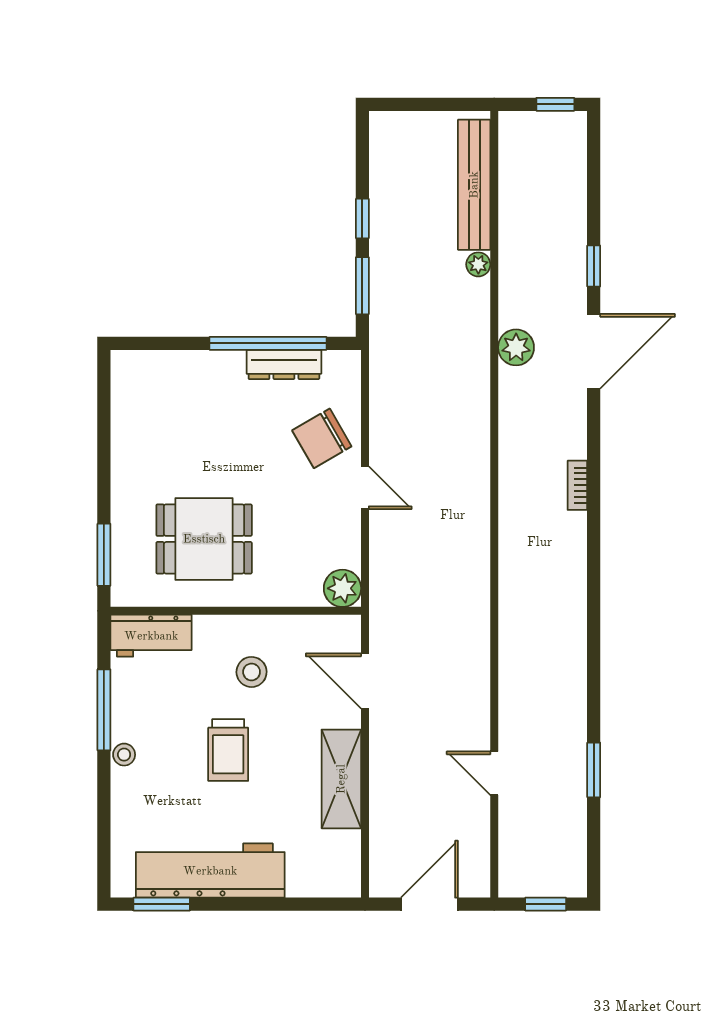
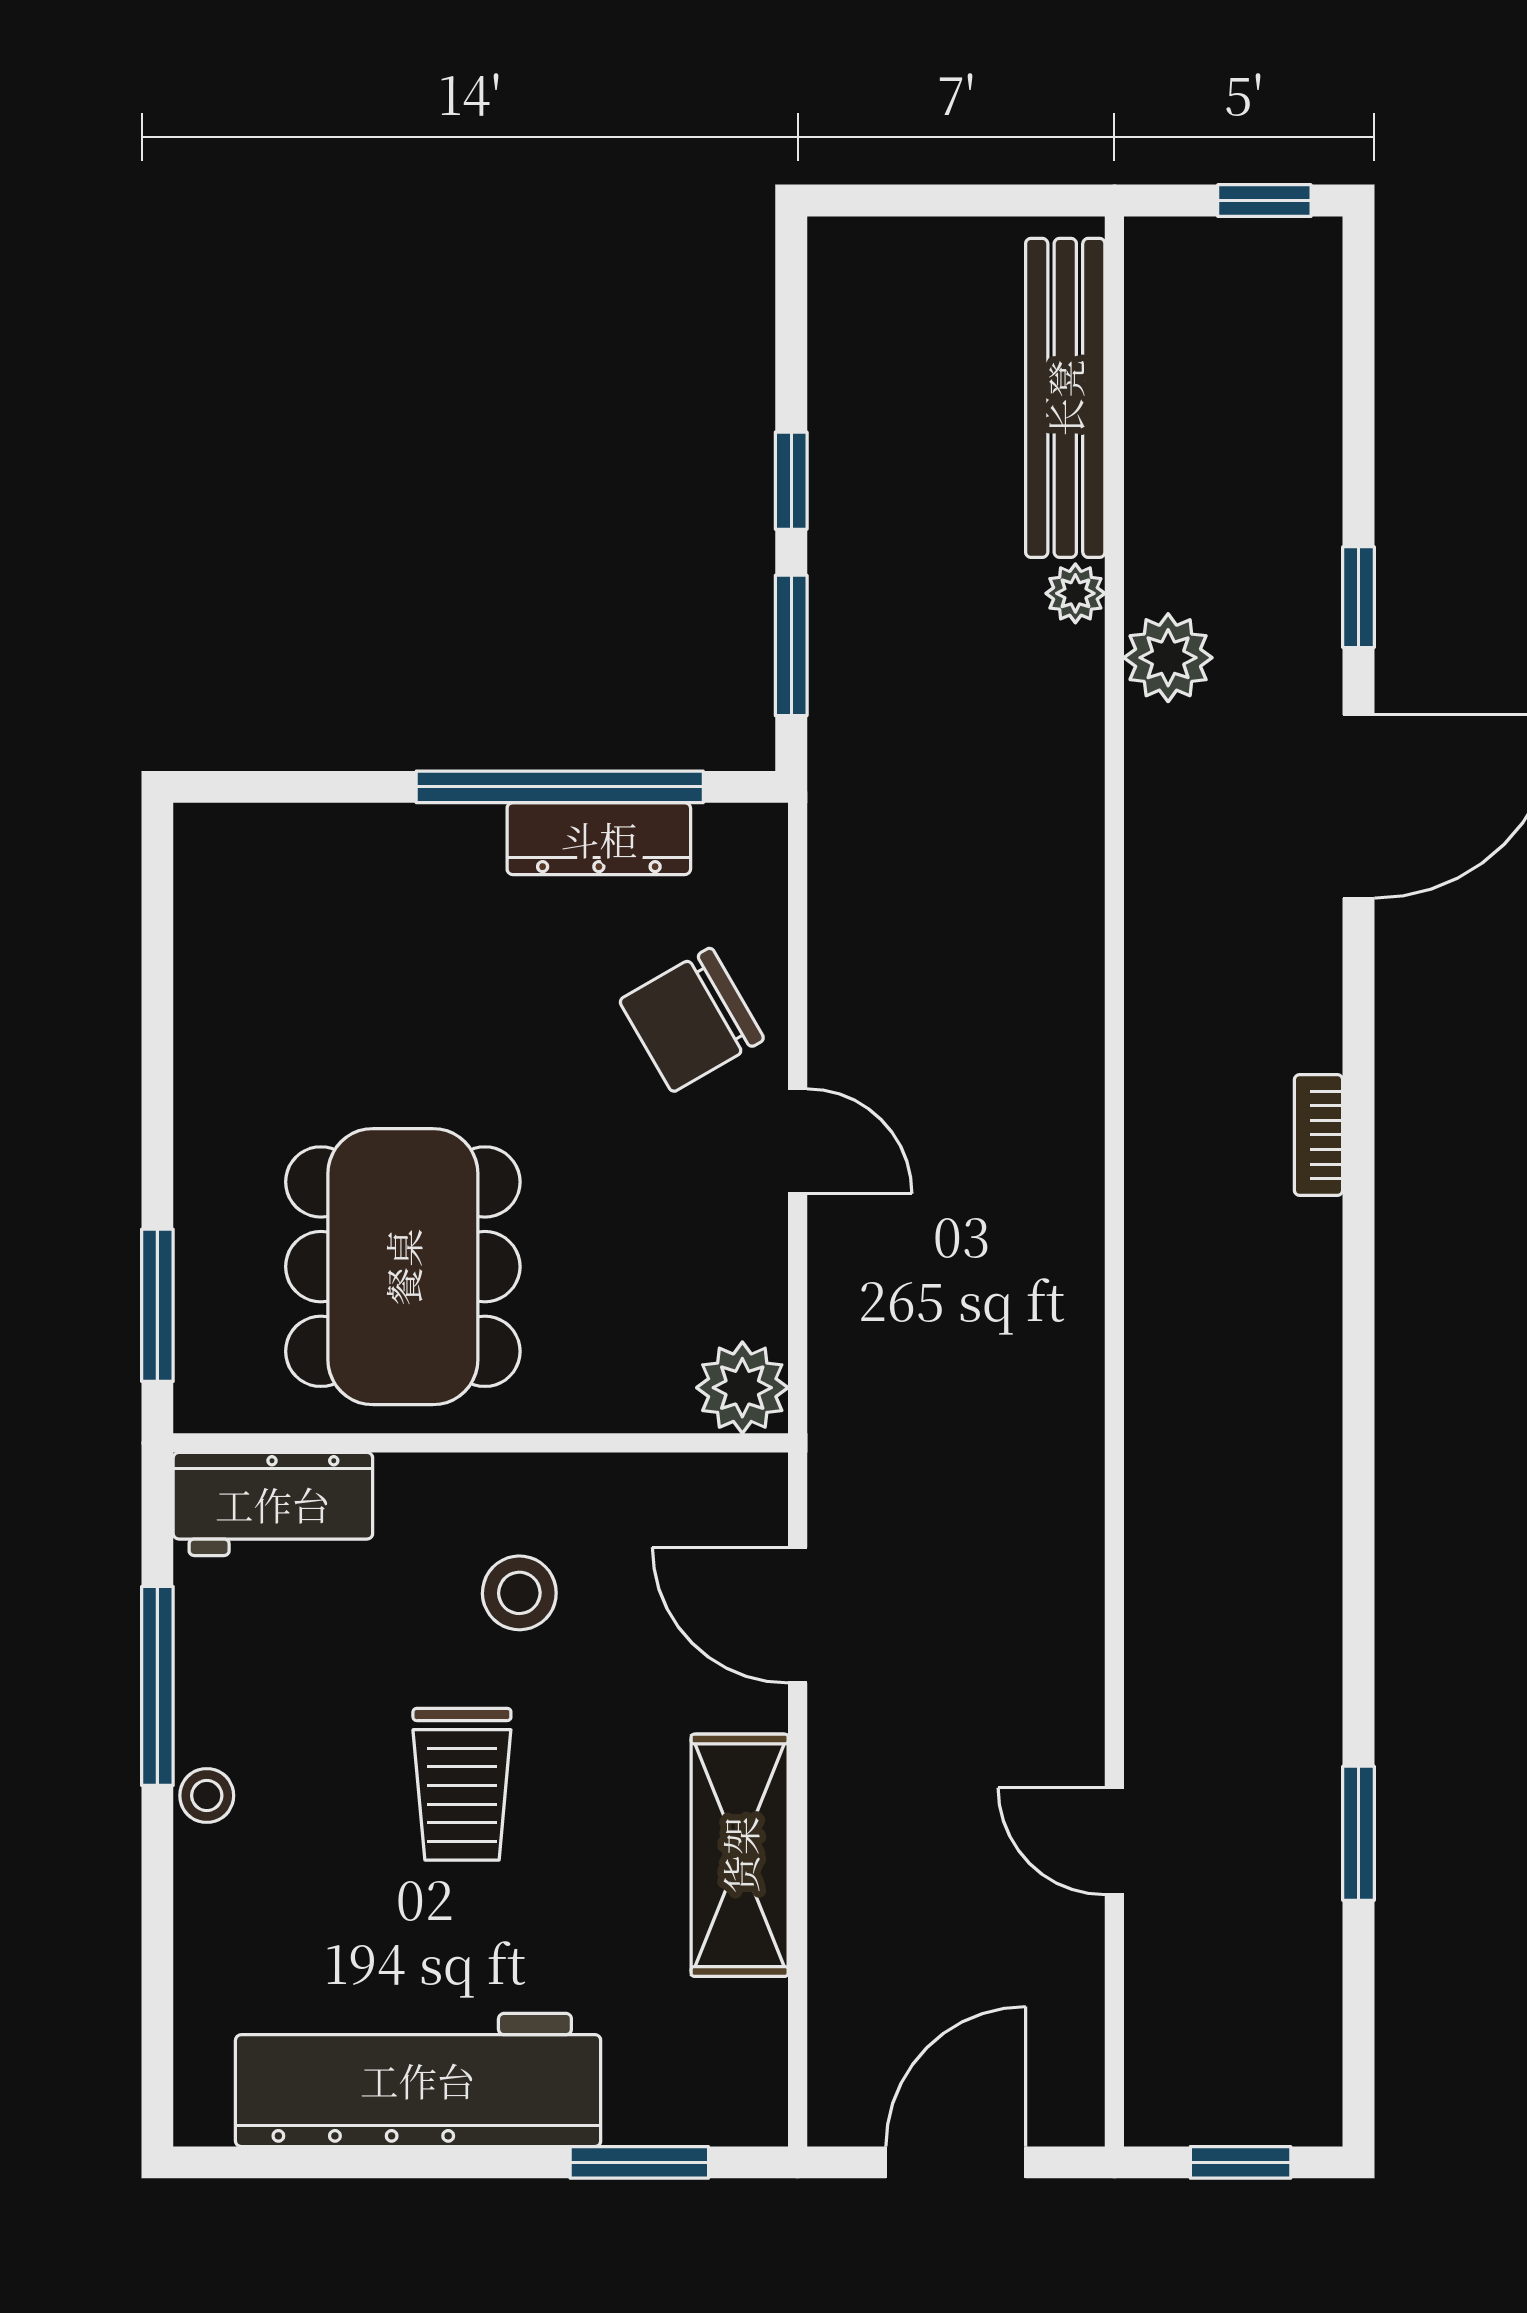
plant: (516, 347) -> (1168, 658), moved
dining table: (204, 539) -> (403, 1267), width x1.38
window: (162, 904) -> (639, 2162), moved

